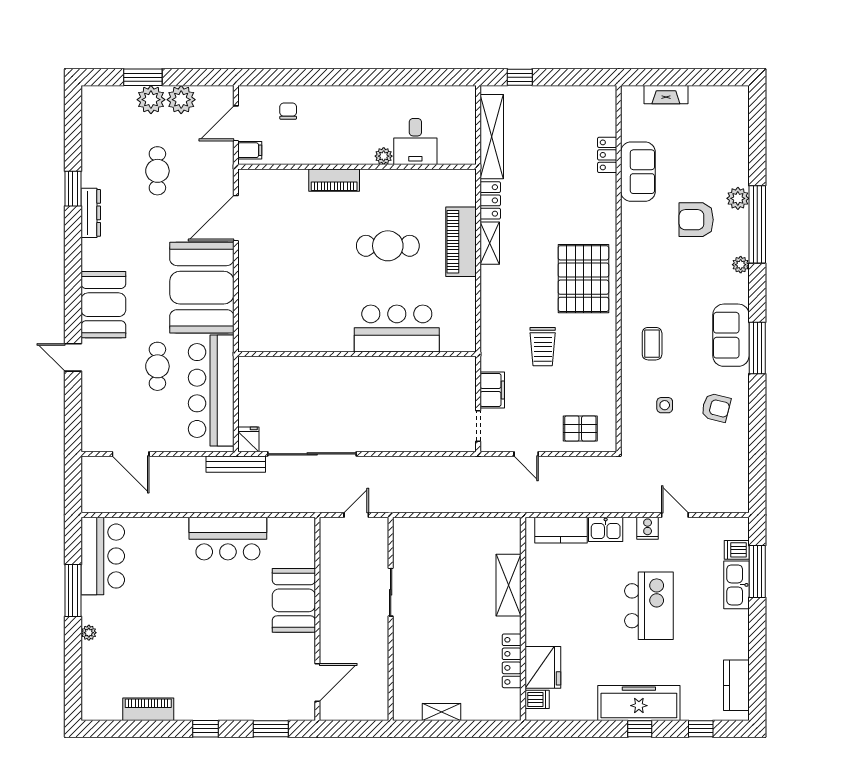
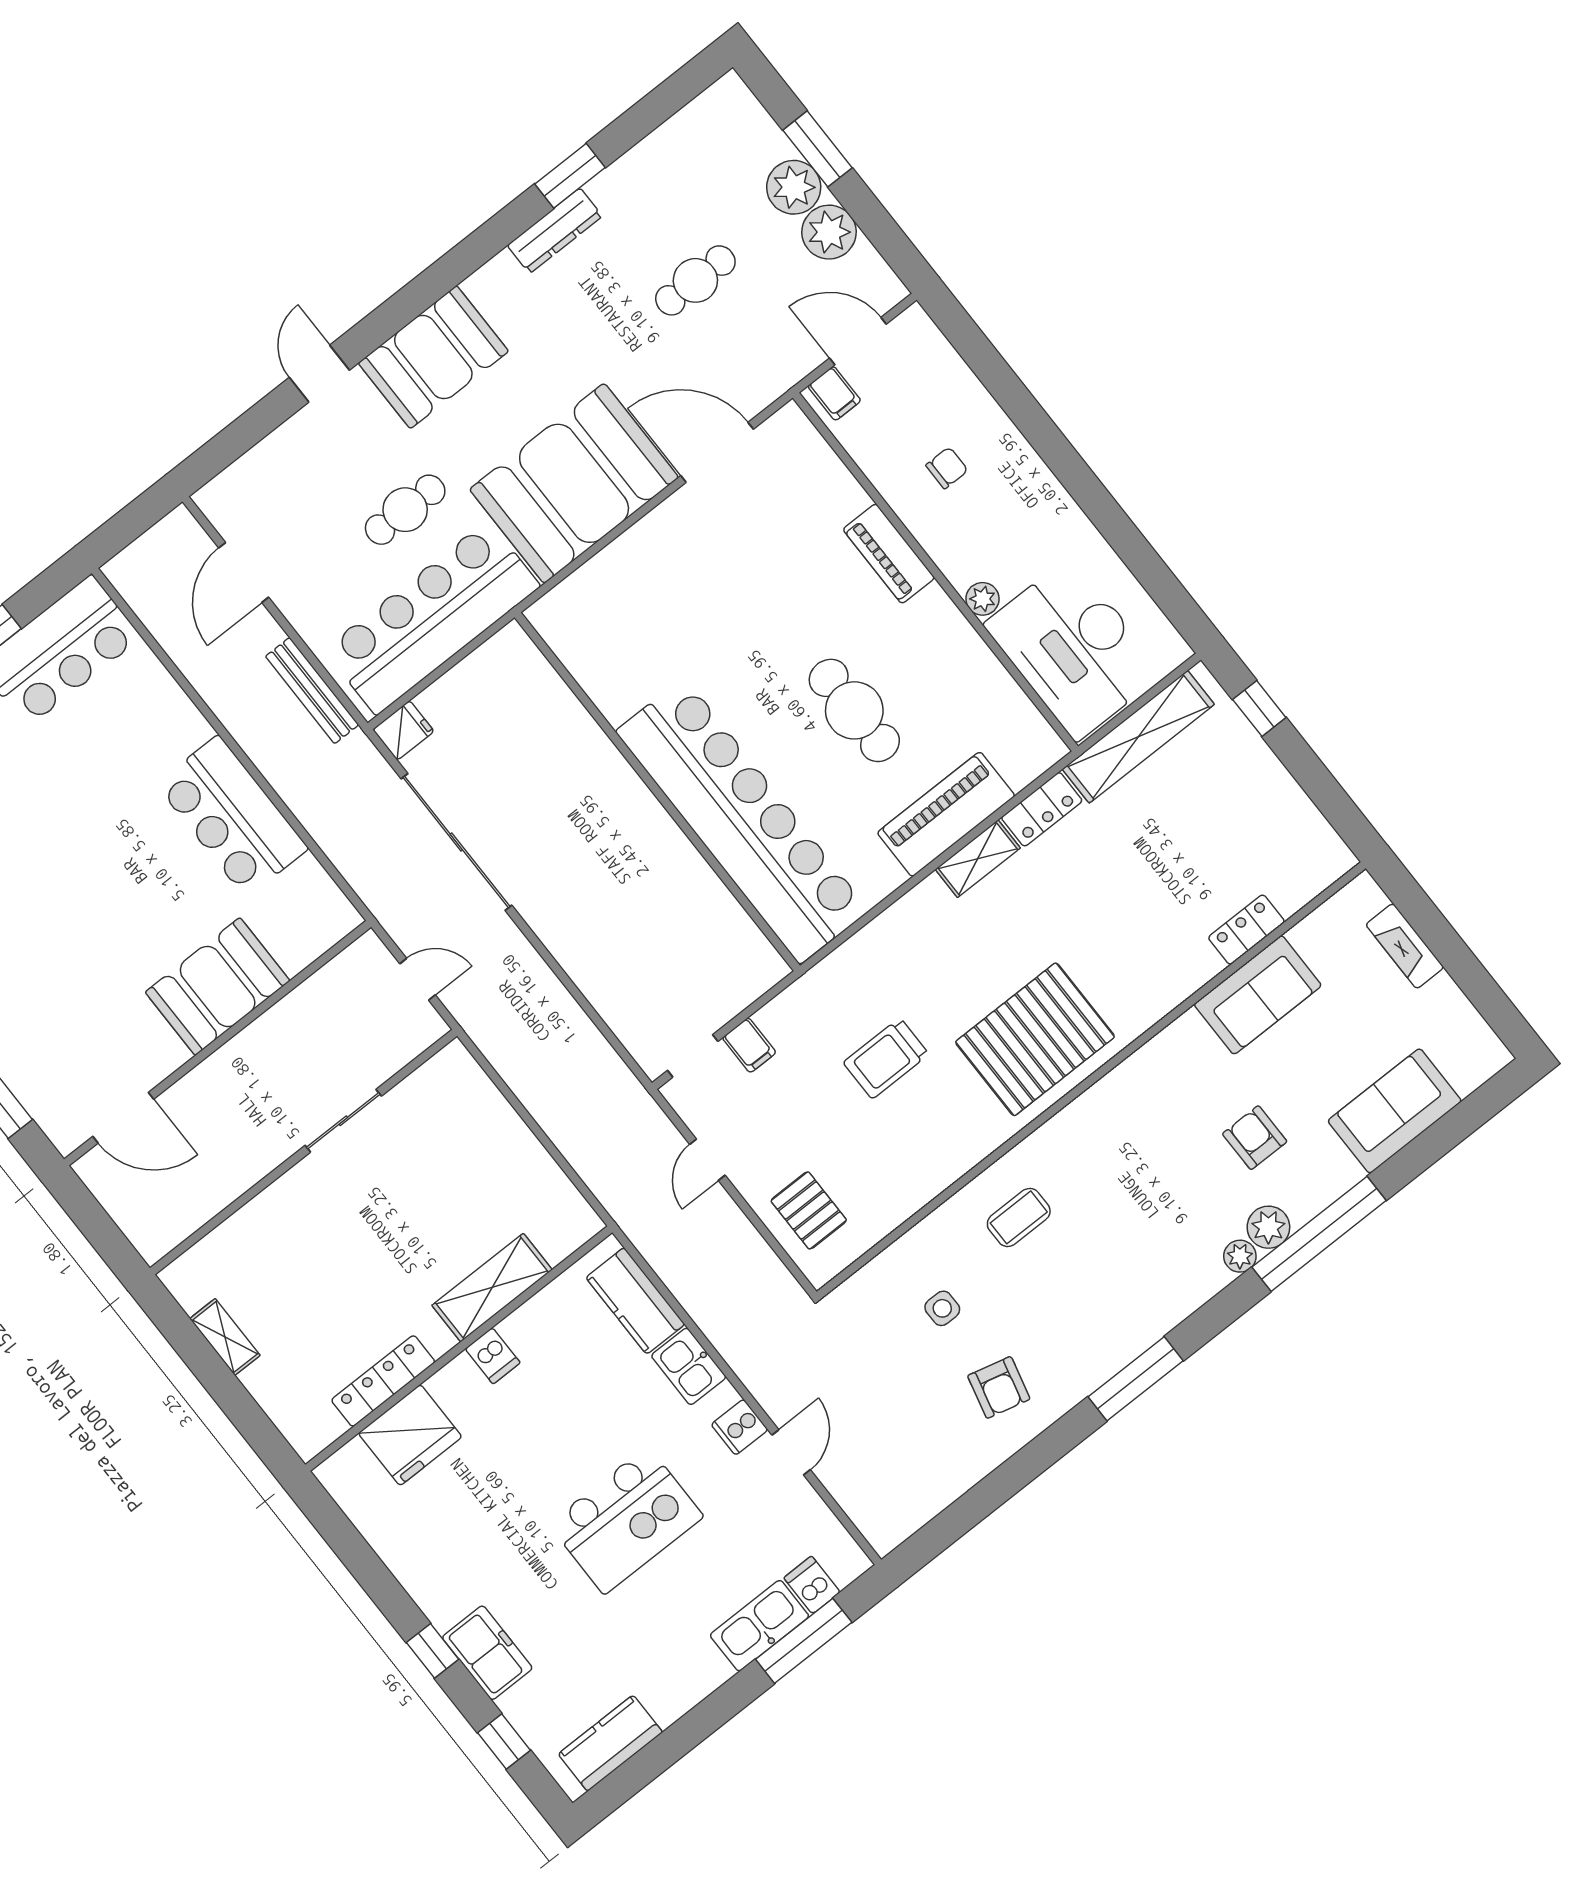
chair: (288, 111) -> (947, 468), moved
desk: (415, 142) -> (1074, 649), width x1.87, depth x1.30
plant: (738, 198) -> (1268, 1227), moved
armchair: (696, 220) -> (1255, 1138), width x0.72, depth x0.72
bar counter: (397, 329) -> (742, 821), width x1.86
sofa: (731, 335) -> (1395, 1111), moved
filing cabinet: (492, 390) -> (749, 1045), width x0.50
bench: (236, 464) -> (312, 691), moved
dishwasher: (537, 699) -> (493, 1356), moved
freezer: (639, 703) -> (487, 1653), width x0.52, depth x0.79

